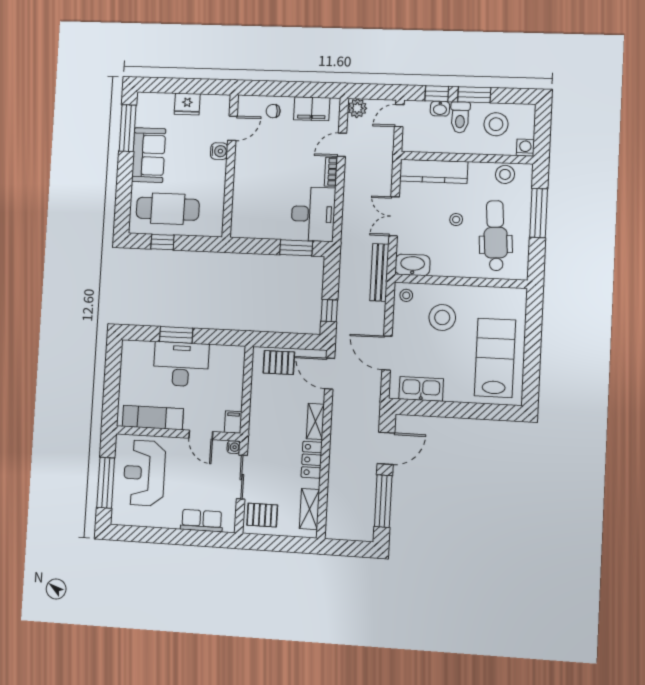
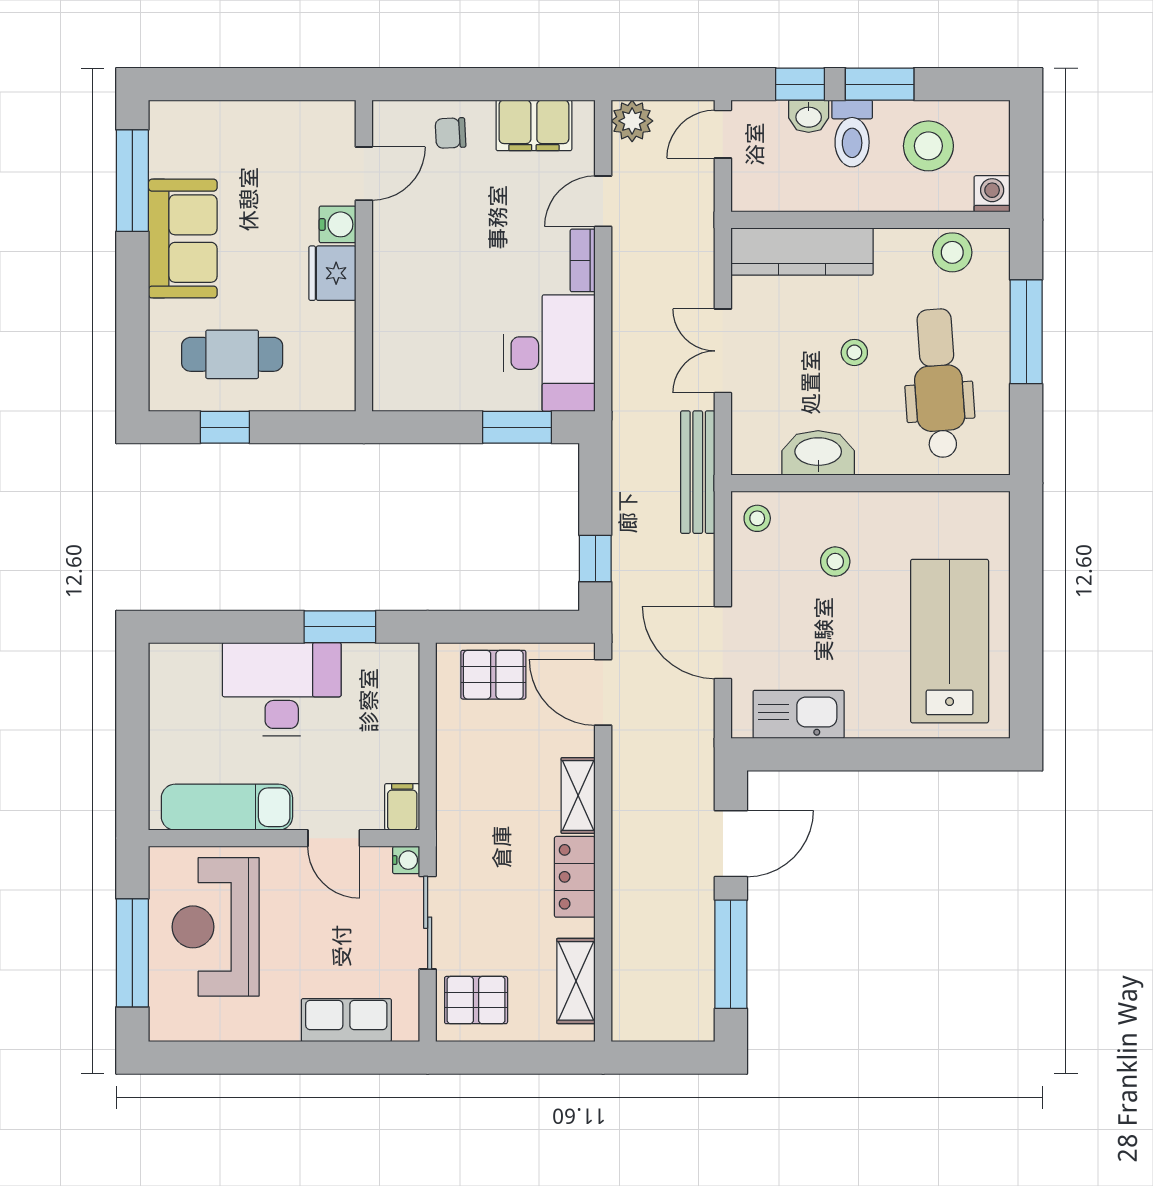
fridge: (187, 104) -> (332, 273), moved, turned 90
cafe table: (168, 209) -> (232, 354), width x0.73, depth x0.74
washbasin: (413, 265) -> (818, 453), moved
stool: (442, 317) -> (835, 562), width x0.53, depth x0.53
window: (176, 335) -> (340, 627), moved

